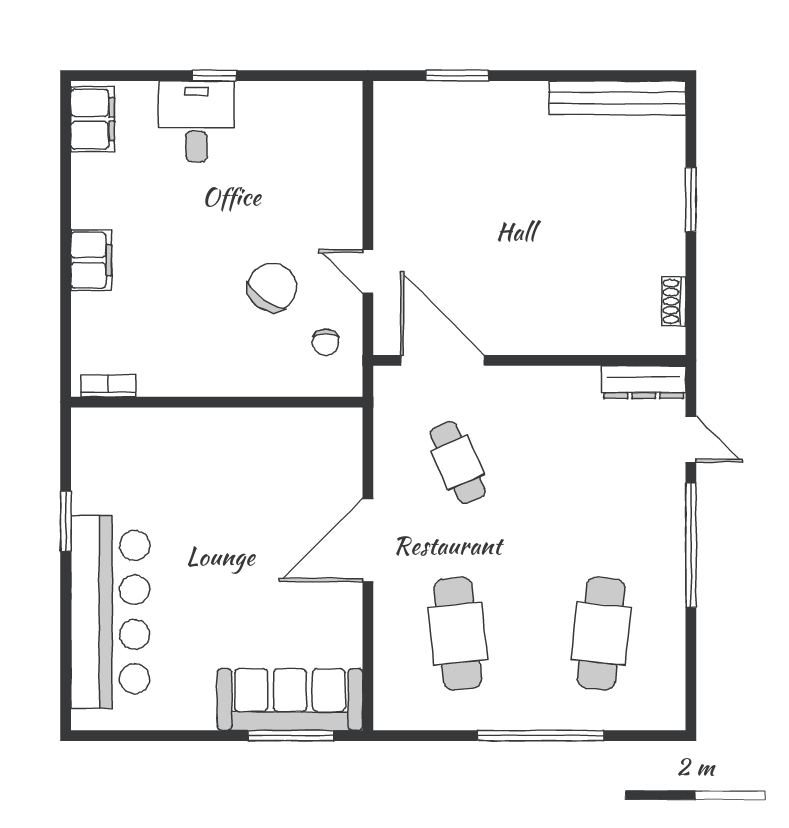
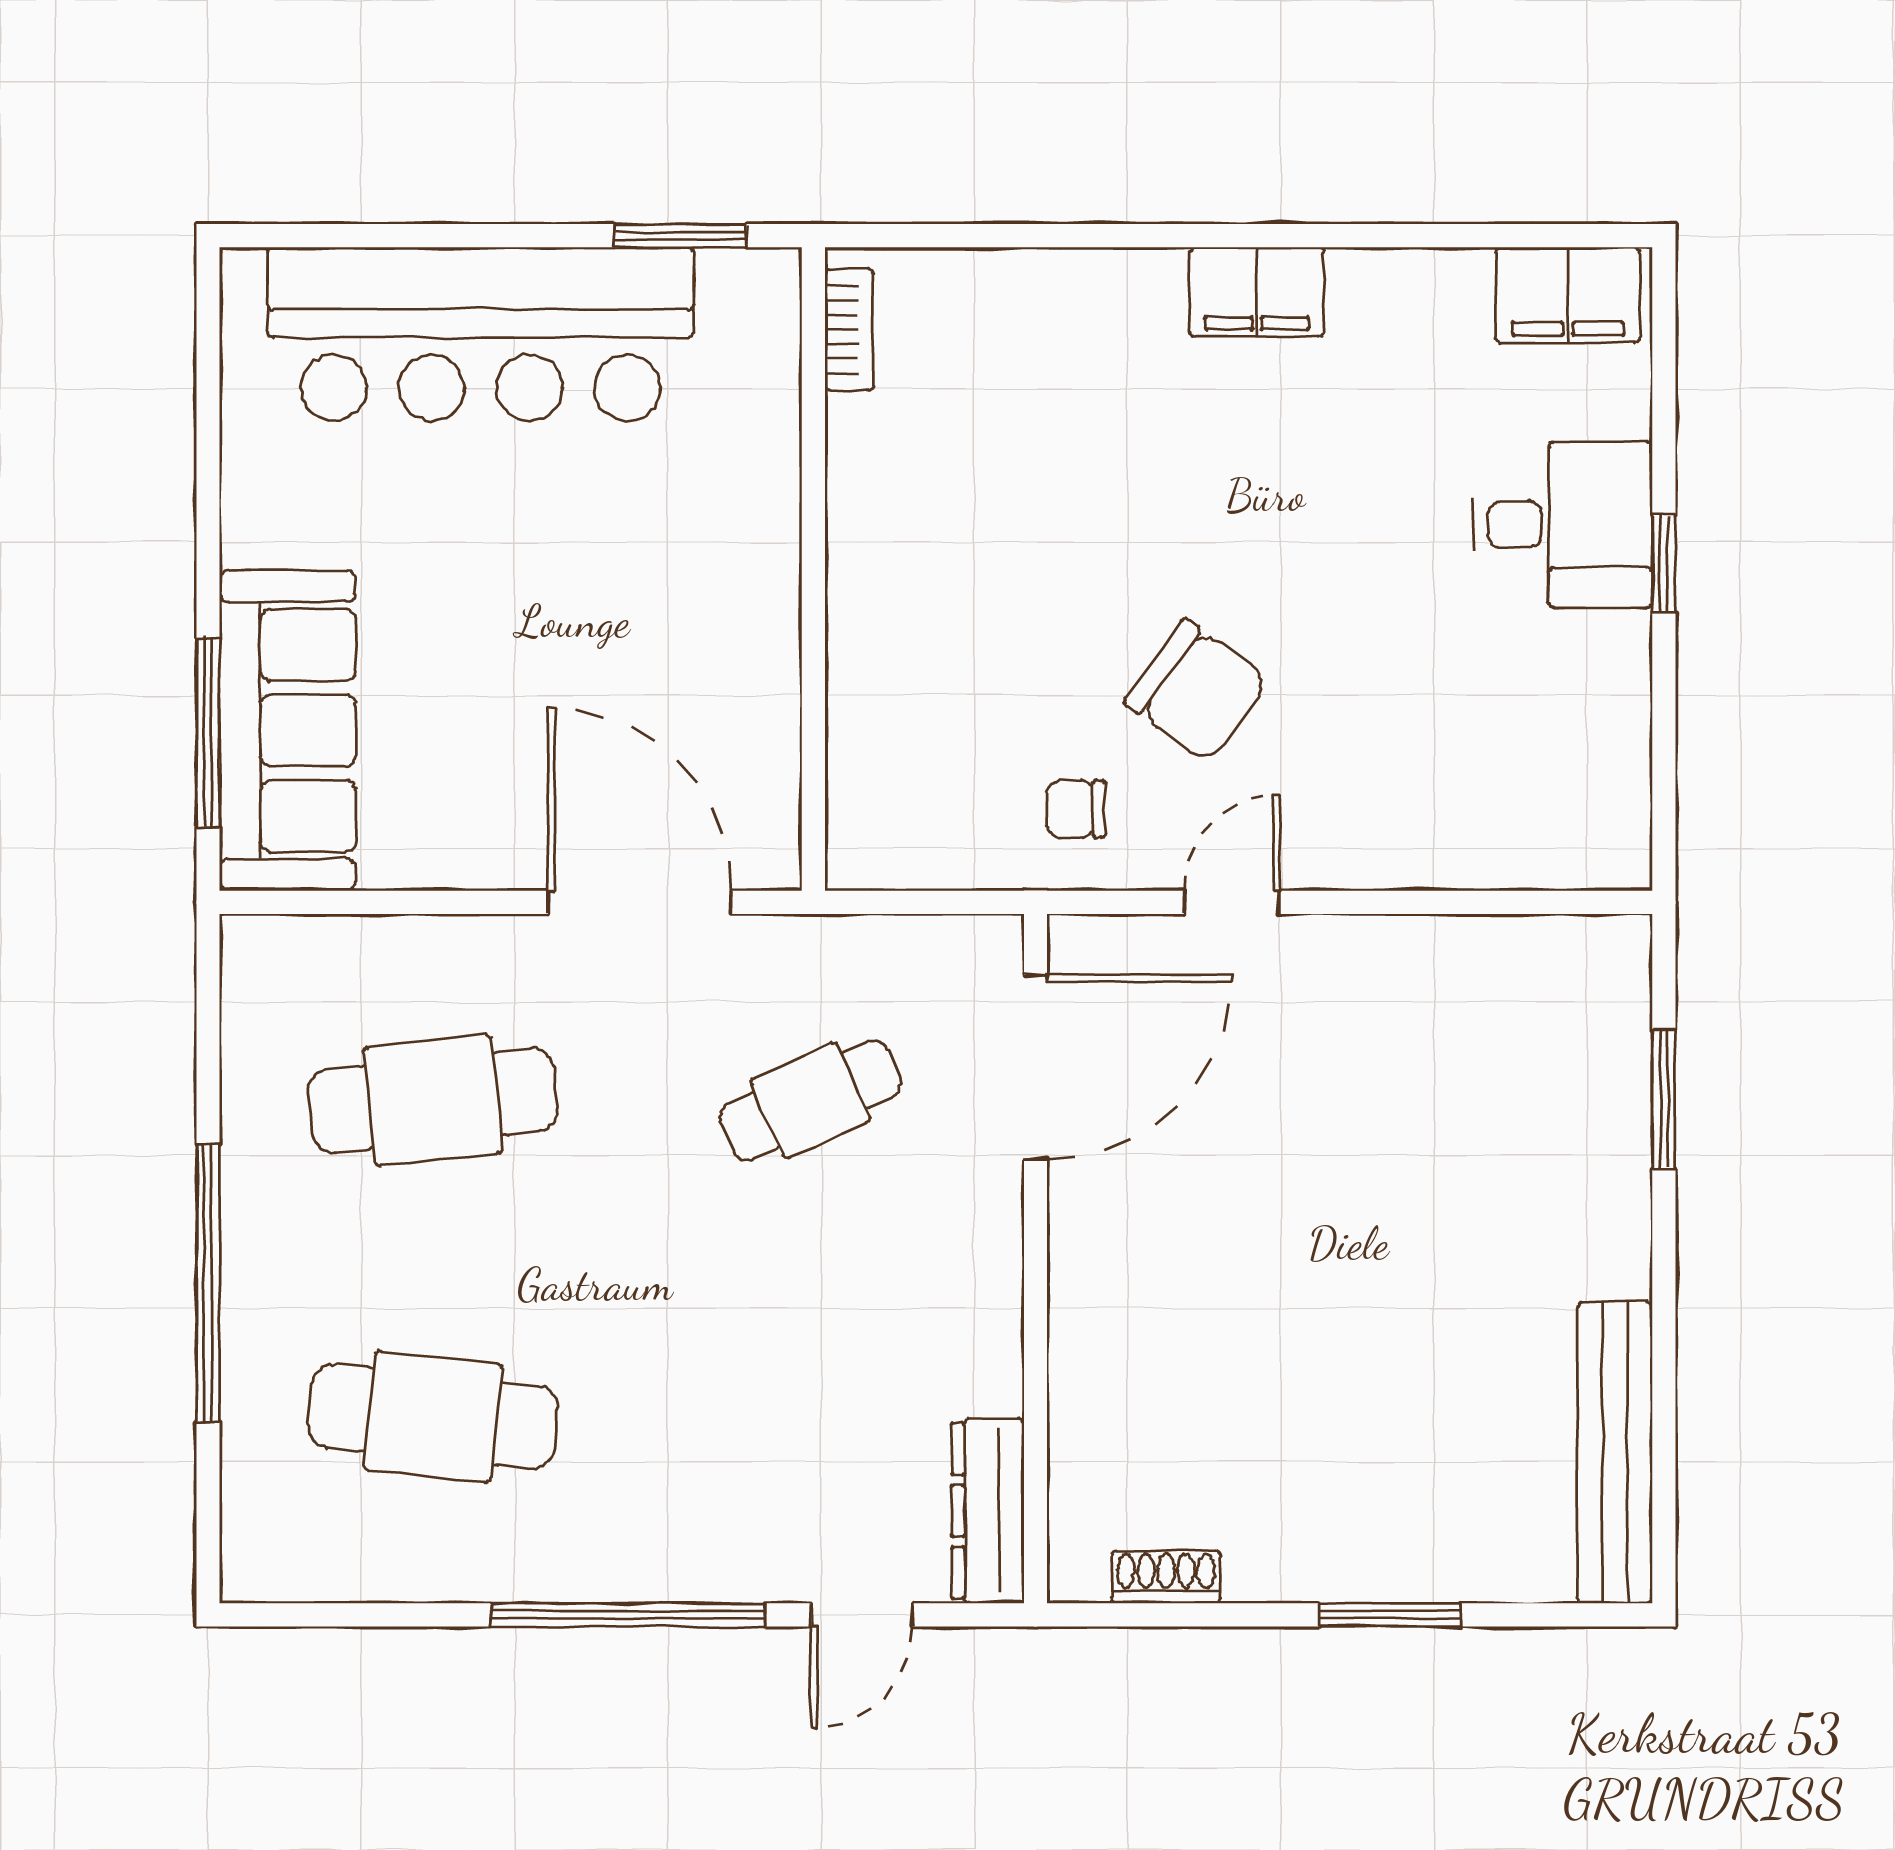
bookcase: (108, 386) -> (849, 330), moved
wall: (217, 402) -> (813, 569), moved

